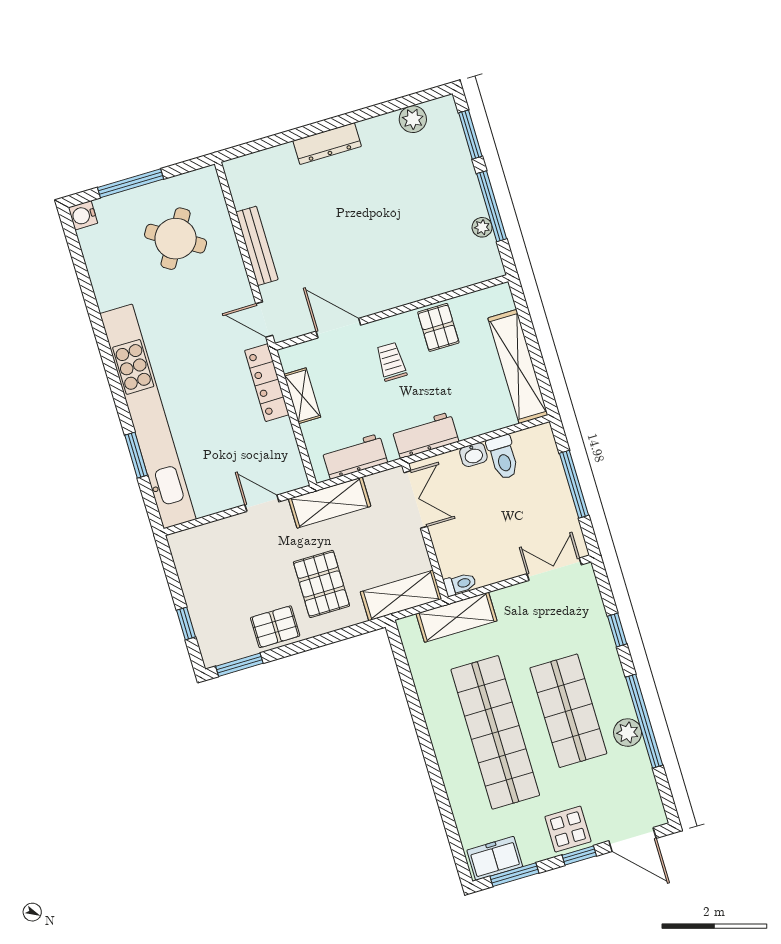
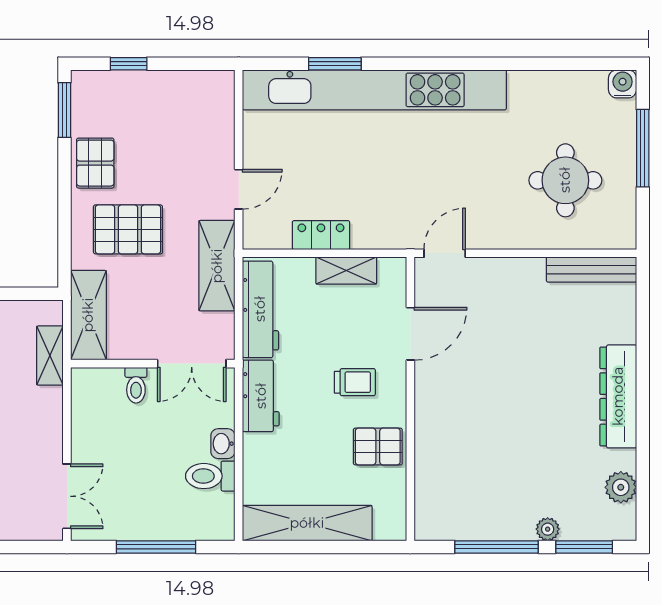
dresser: (327, 144) -> (618, 396), width x1.37, depth x1.24
plant: (482, 227) -> (548, 529), moved
round table: (176, 239) -> (565, 180), turned -32
bench: (257, 246) -> (591, 270), moved
locker: (267, 383) -> (321, 235), moved, width x0.66
workbench: (355, 456) -> (260, 309), width x1.38
toilet: (460, 584) -> (136, 385), moved
shelving: (457, 617) -> (50, 356), width x0.67, depth x0.75

